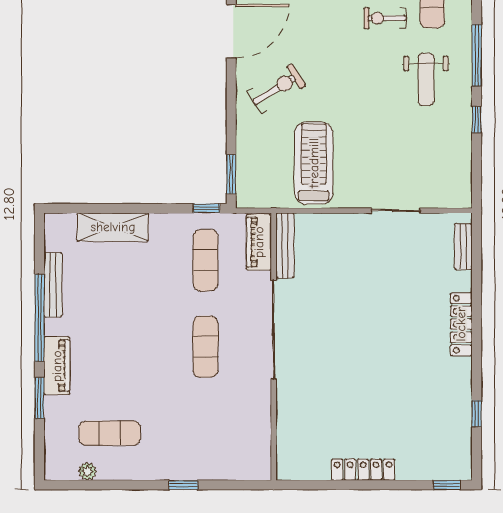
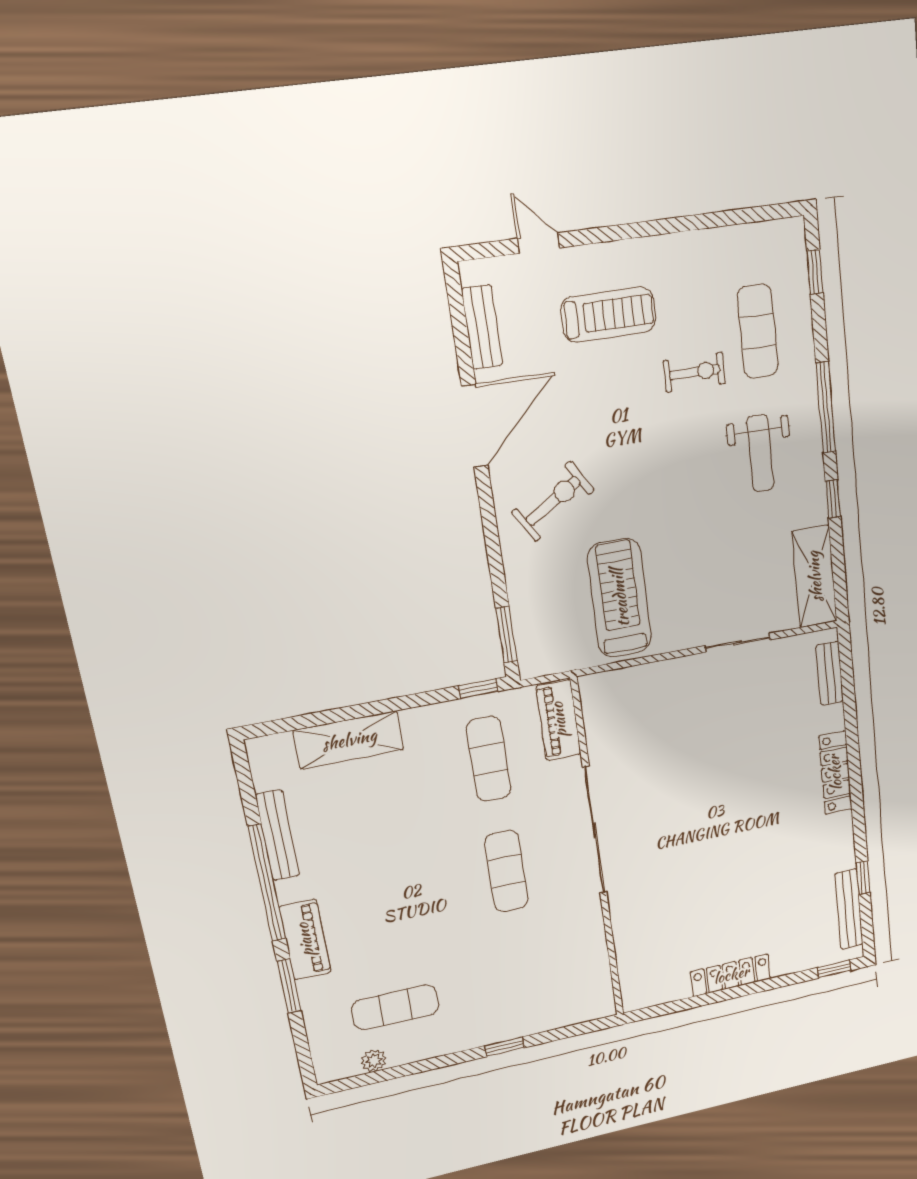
exercise bike: (385, 18) -> (695, 372), turned 180
shelving: (458, 173) -> (815, 577), added
bench: (285, 245) -> (849, 909), moved

